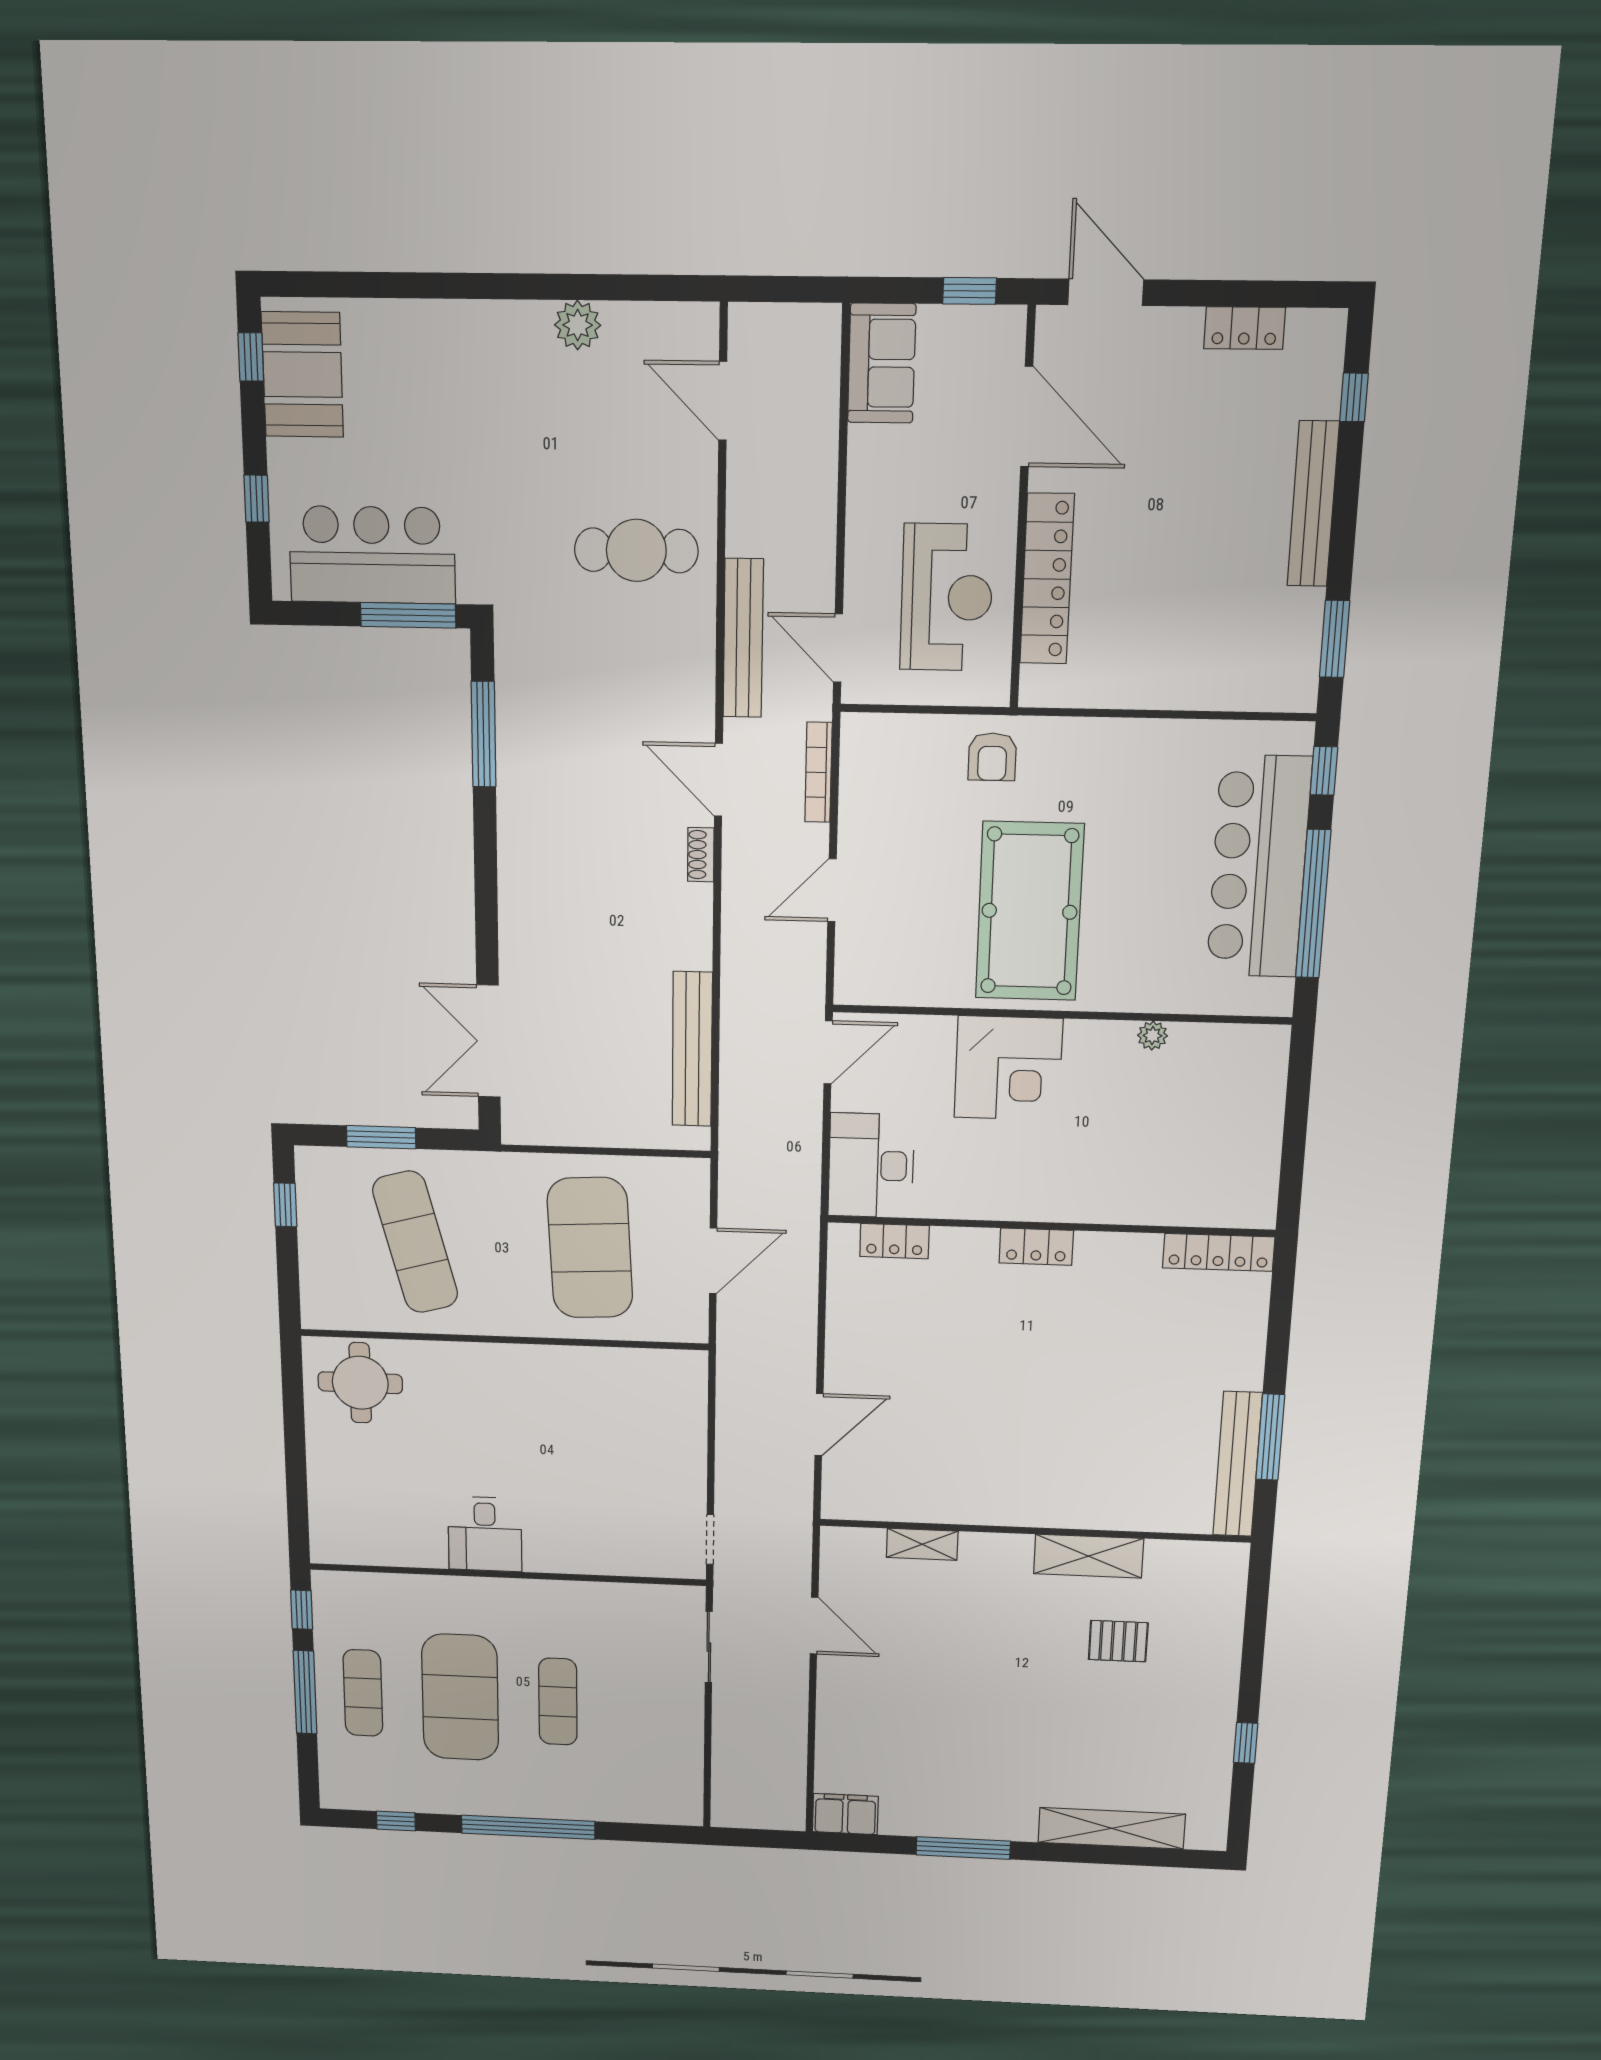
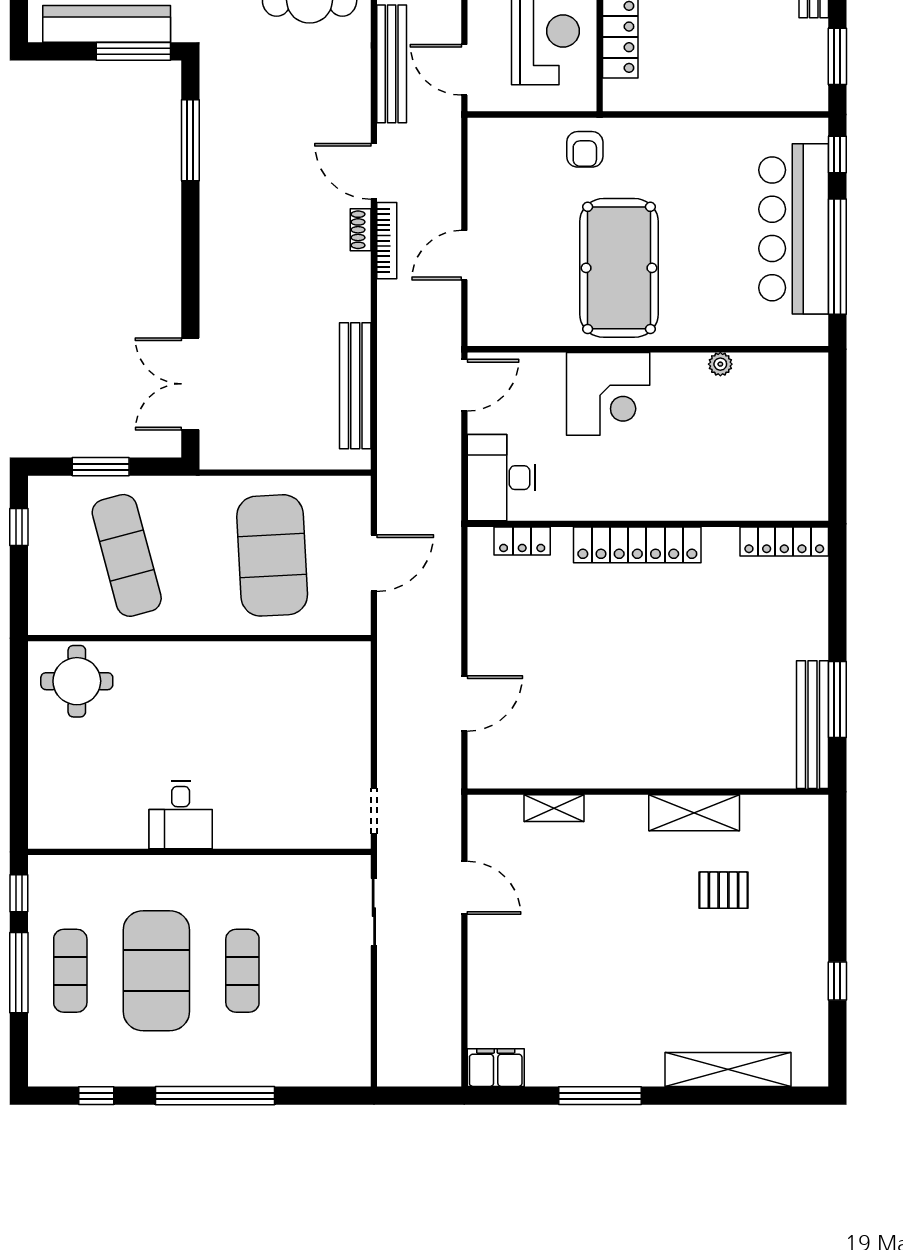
bookcase: (818, 772) -> (387, 241), moved, turned 180
locker: (1036, 1247) -> (637, 545), width x2.16, depth x1.21

